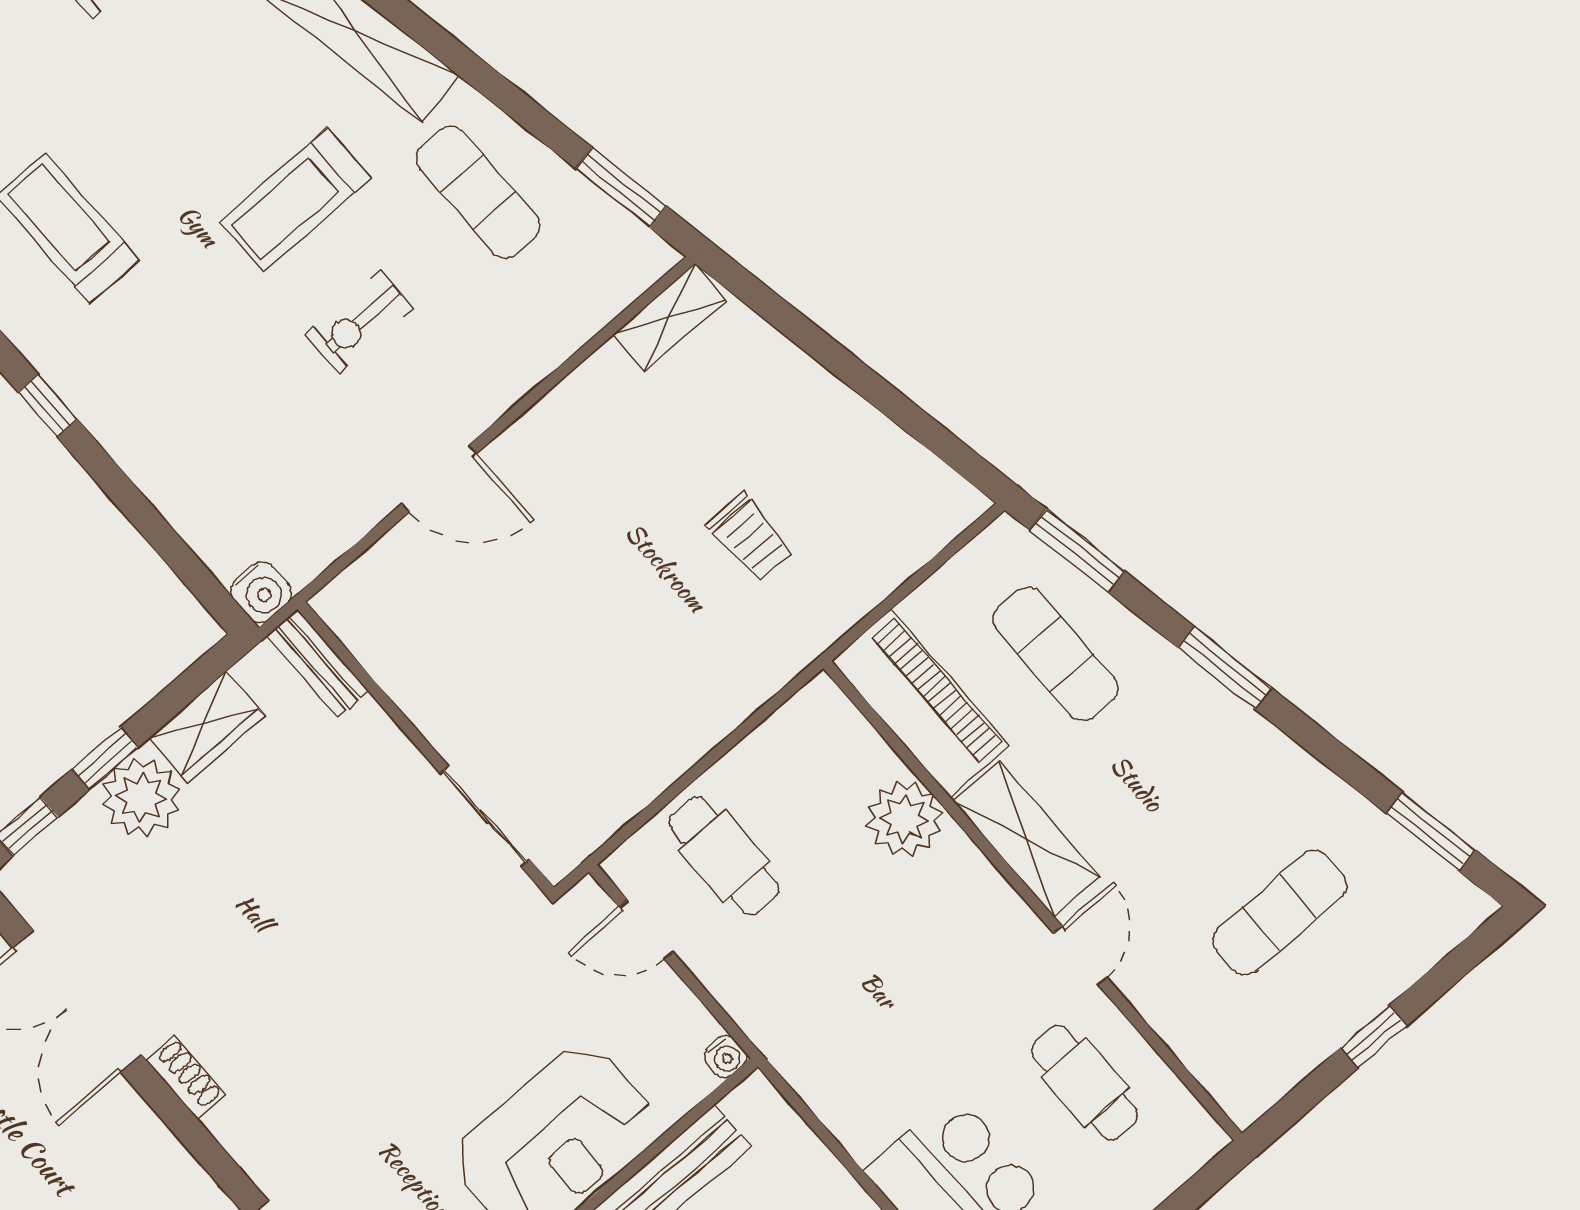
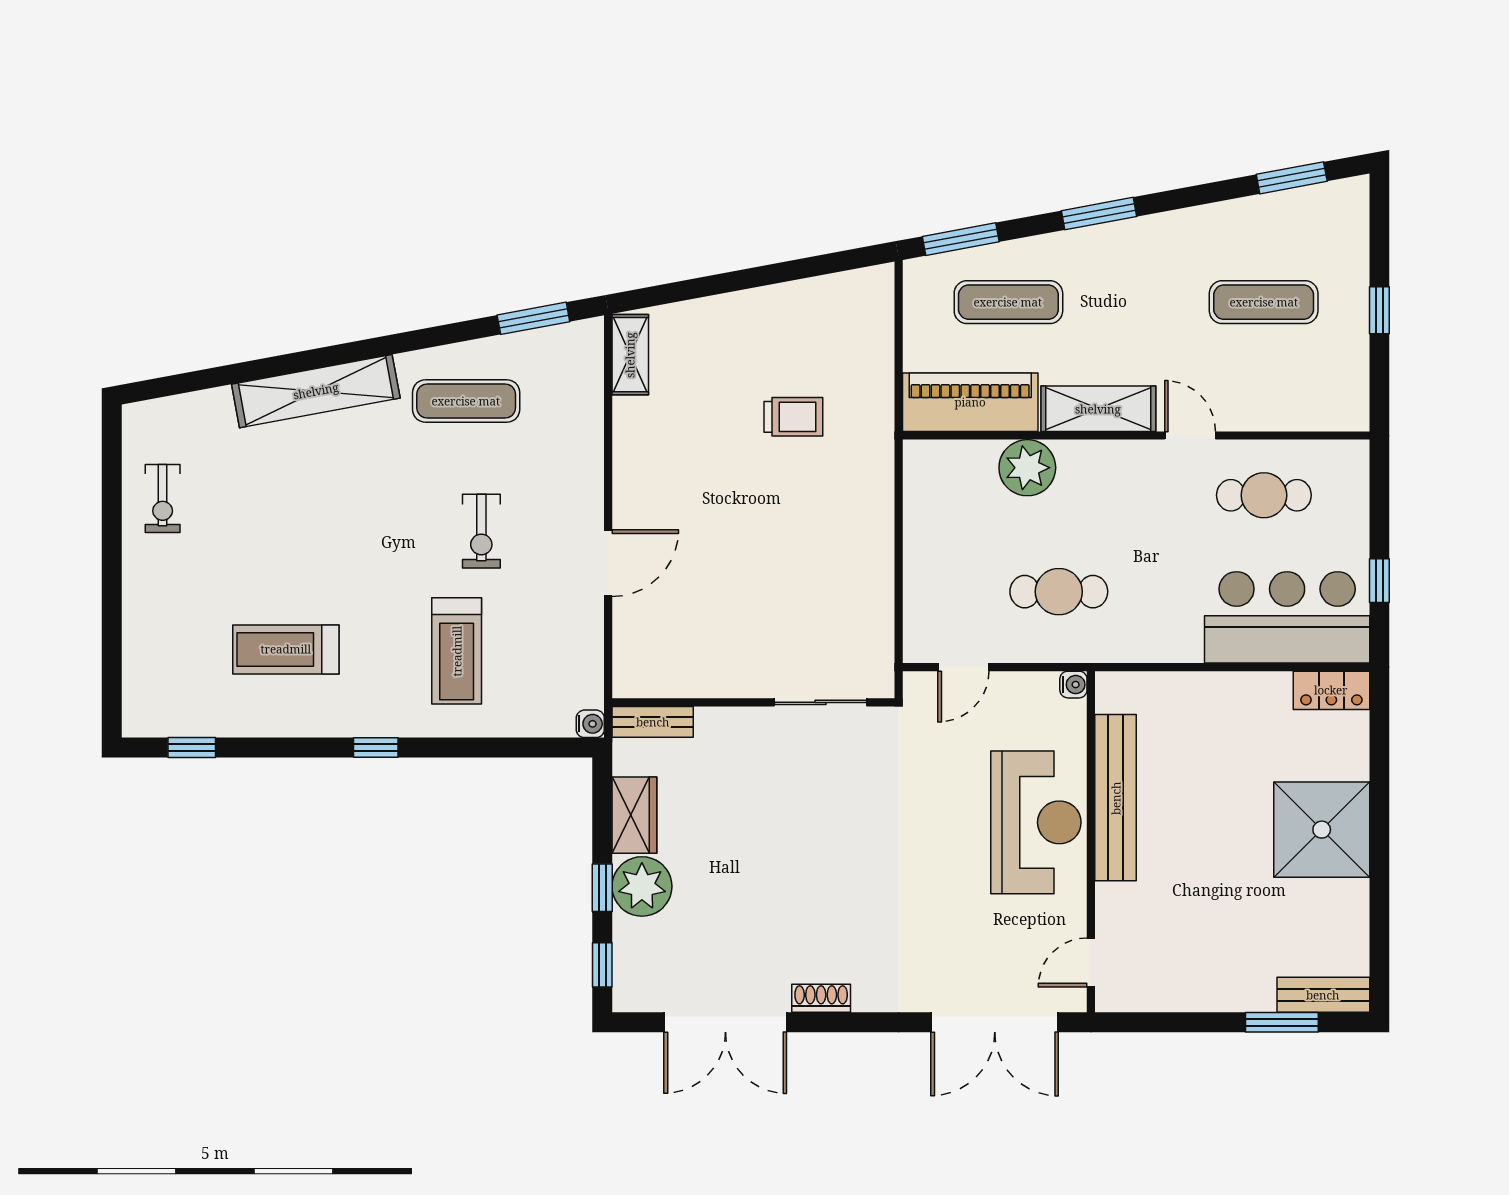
treadmill: (296, 200) -> (457, 651), moved
water cooler: (261, 592) -> (590, 724), width x0.72, depth x0.72
cafe table: (724, 856) -> (1059, 592), moved
exercise mat: (1280, 912) -> (1264, 302), turned 90

